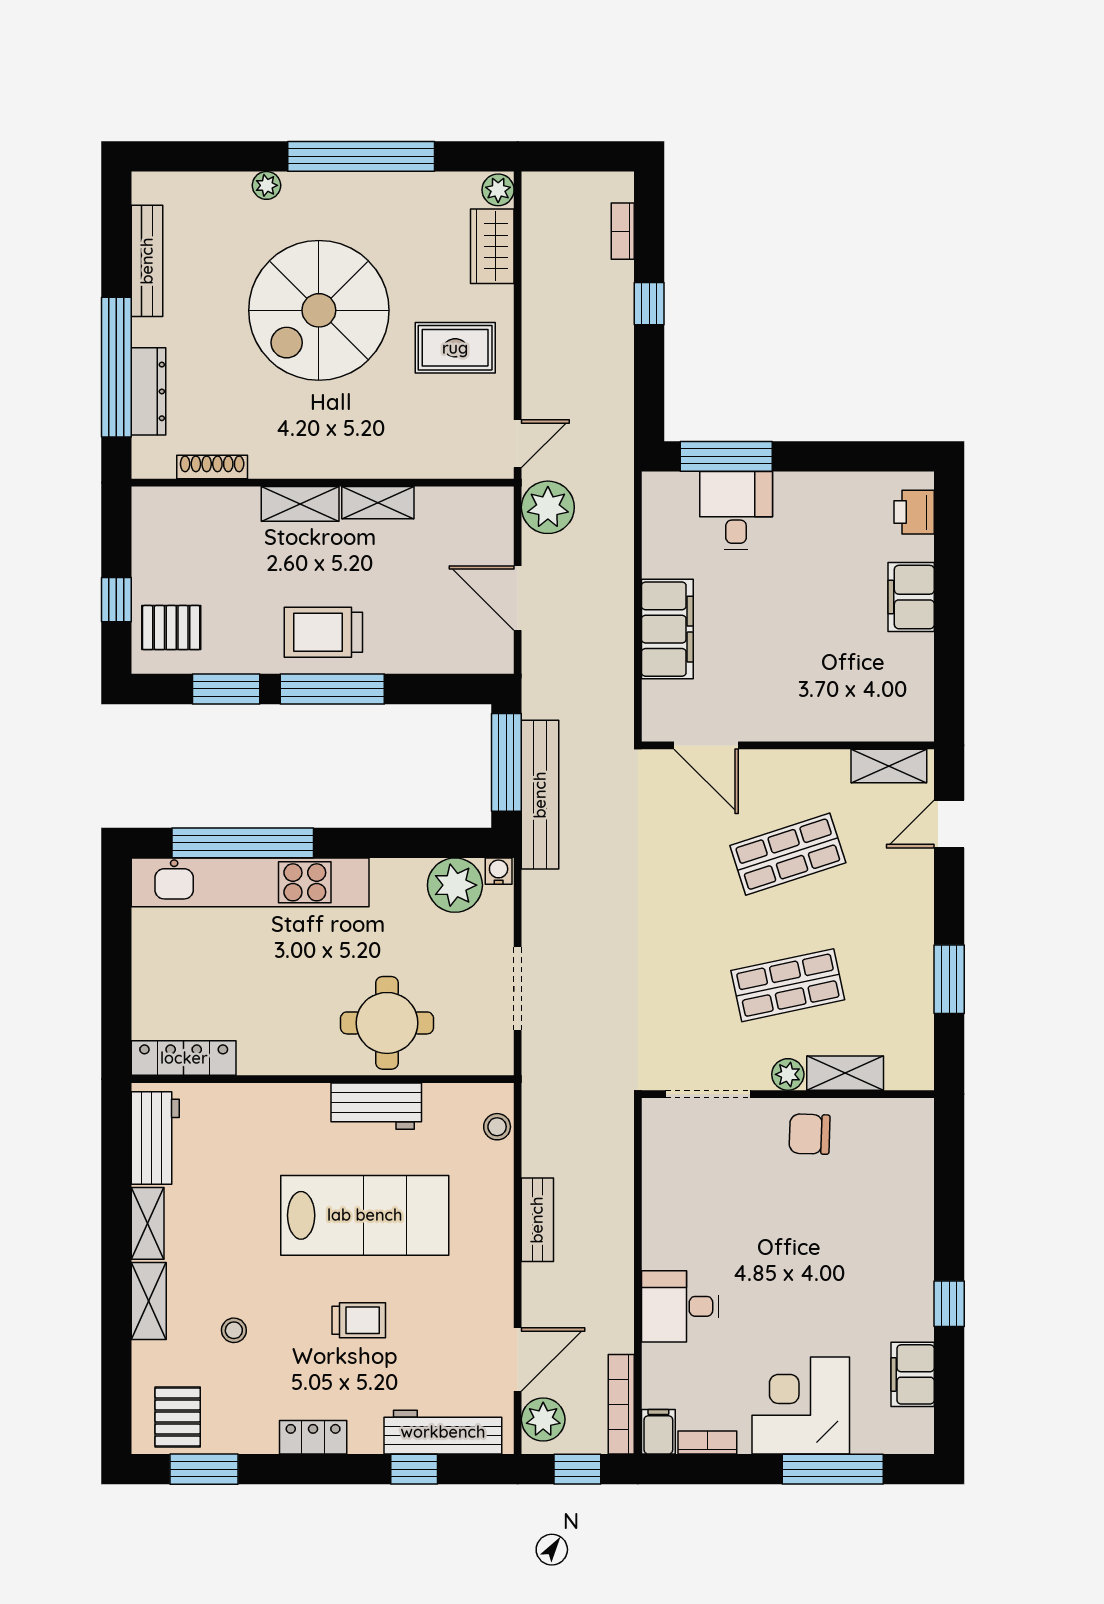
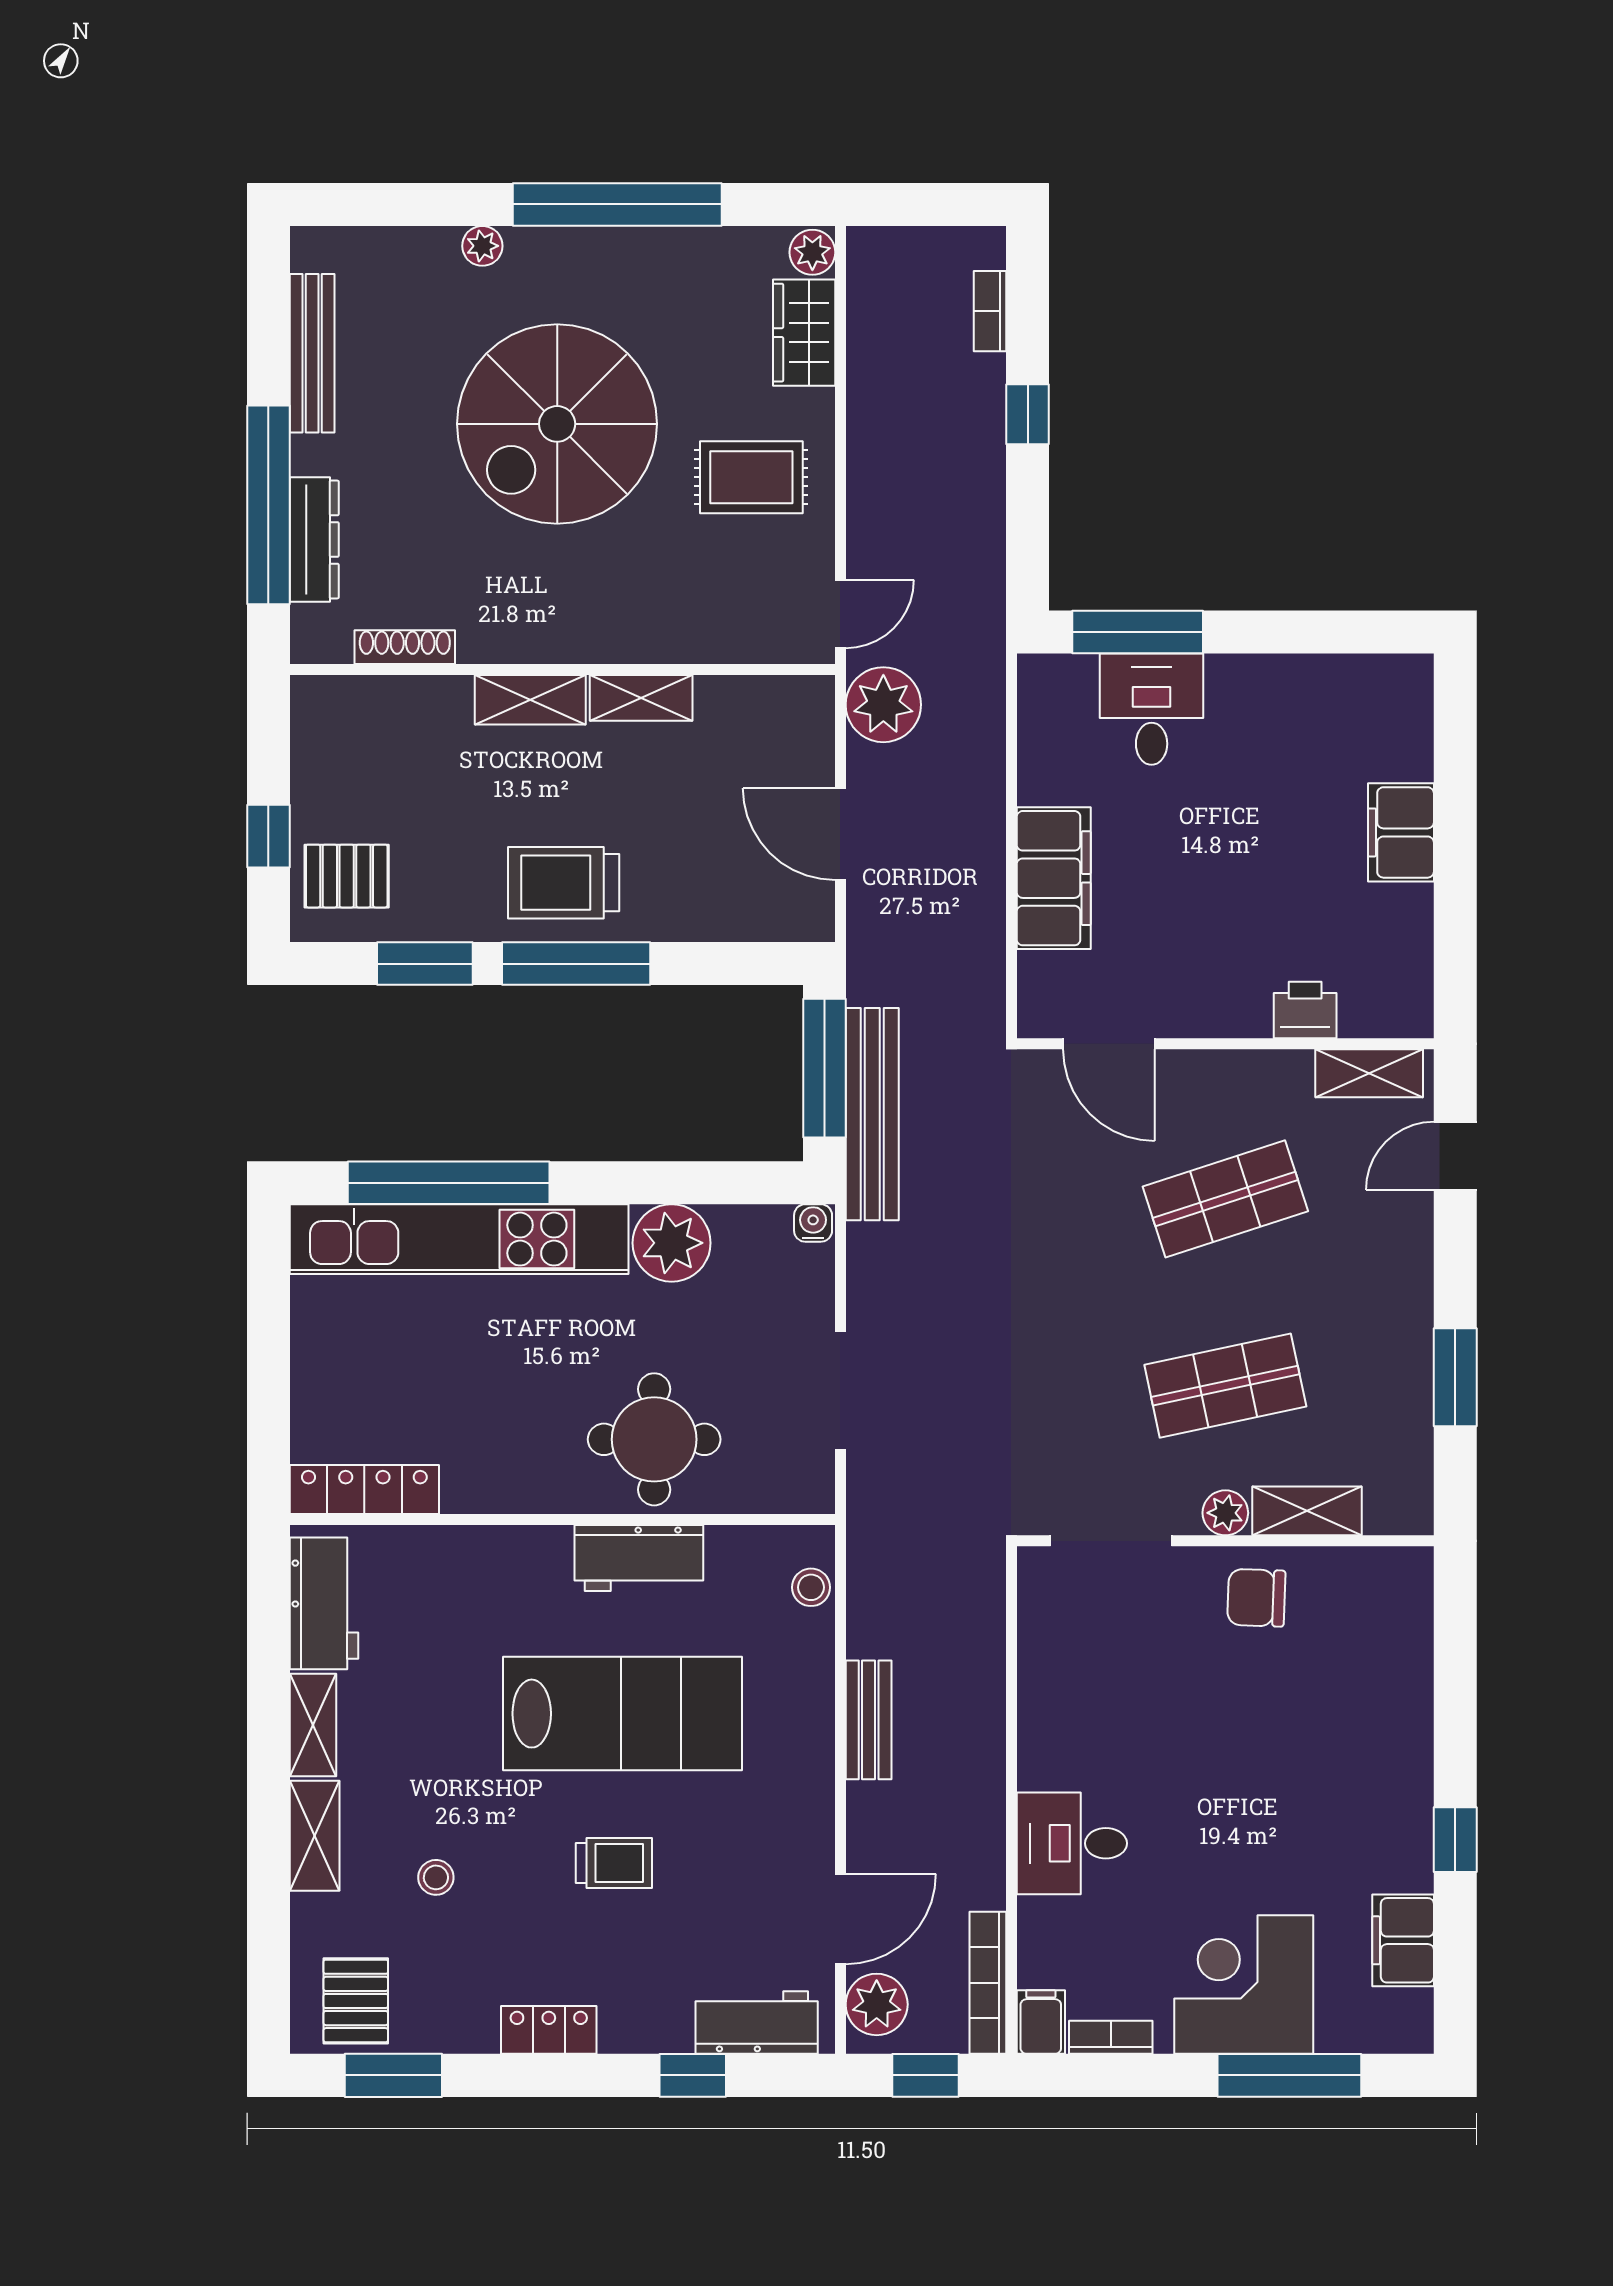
printer: (914, 512) -> (1305, 1010), moved, turned 90
plant: (455, 885) -> (672, 1243), moved
workbench: (443, 1432) -> (757, 2023), width x0.73

